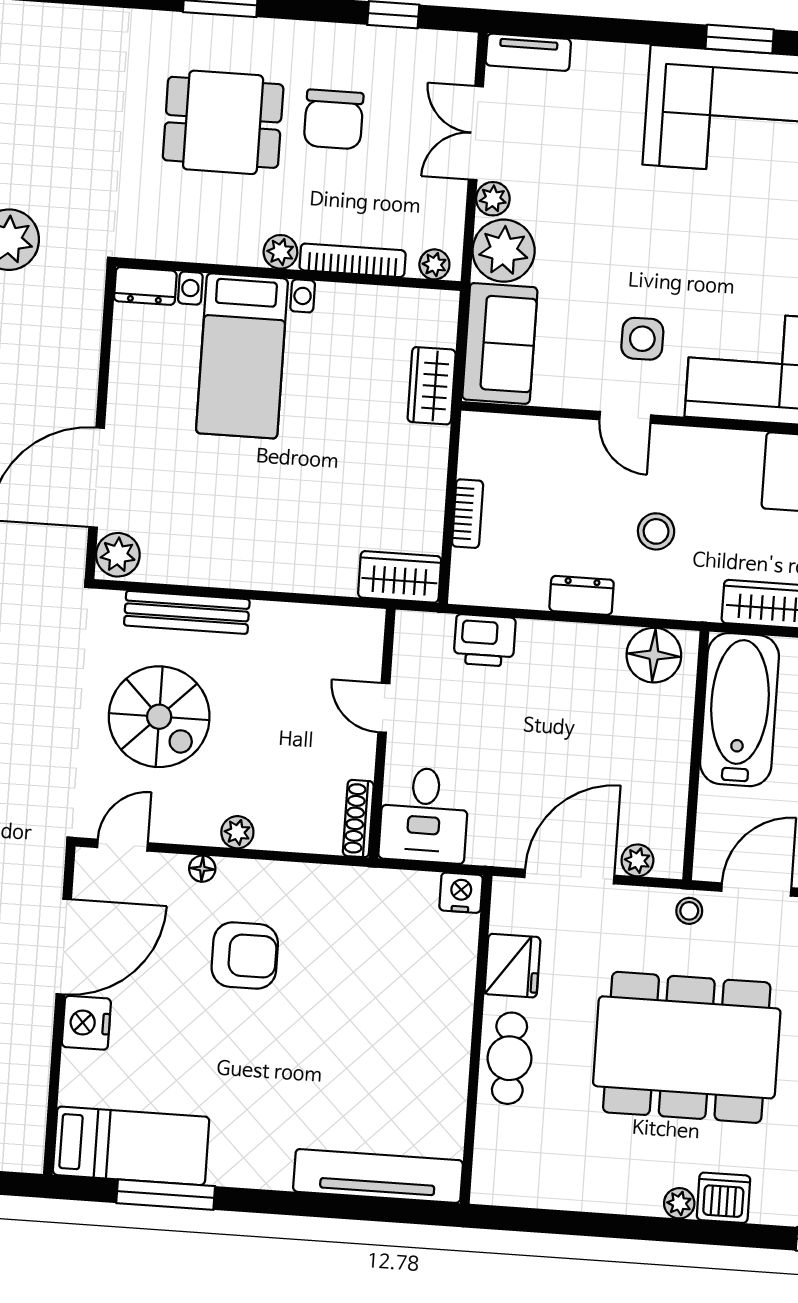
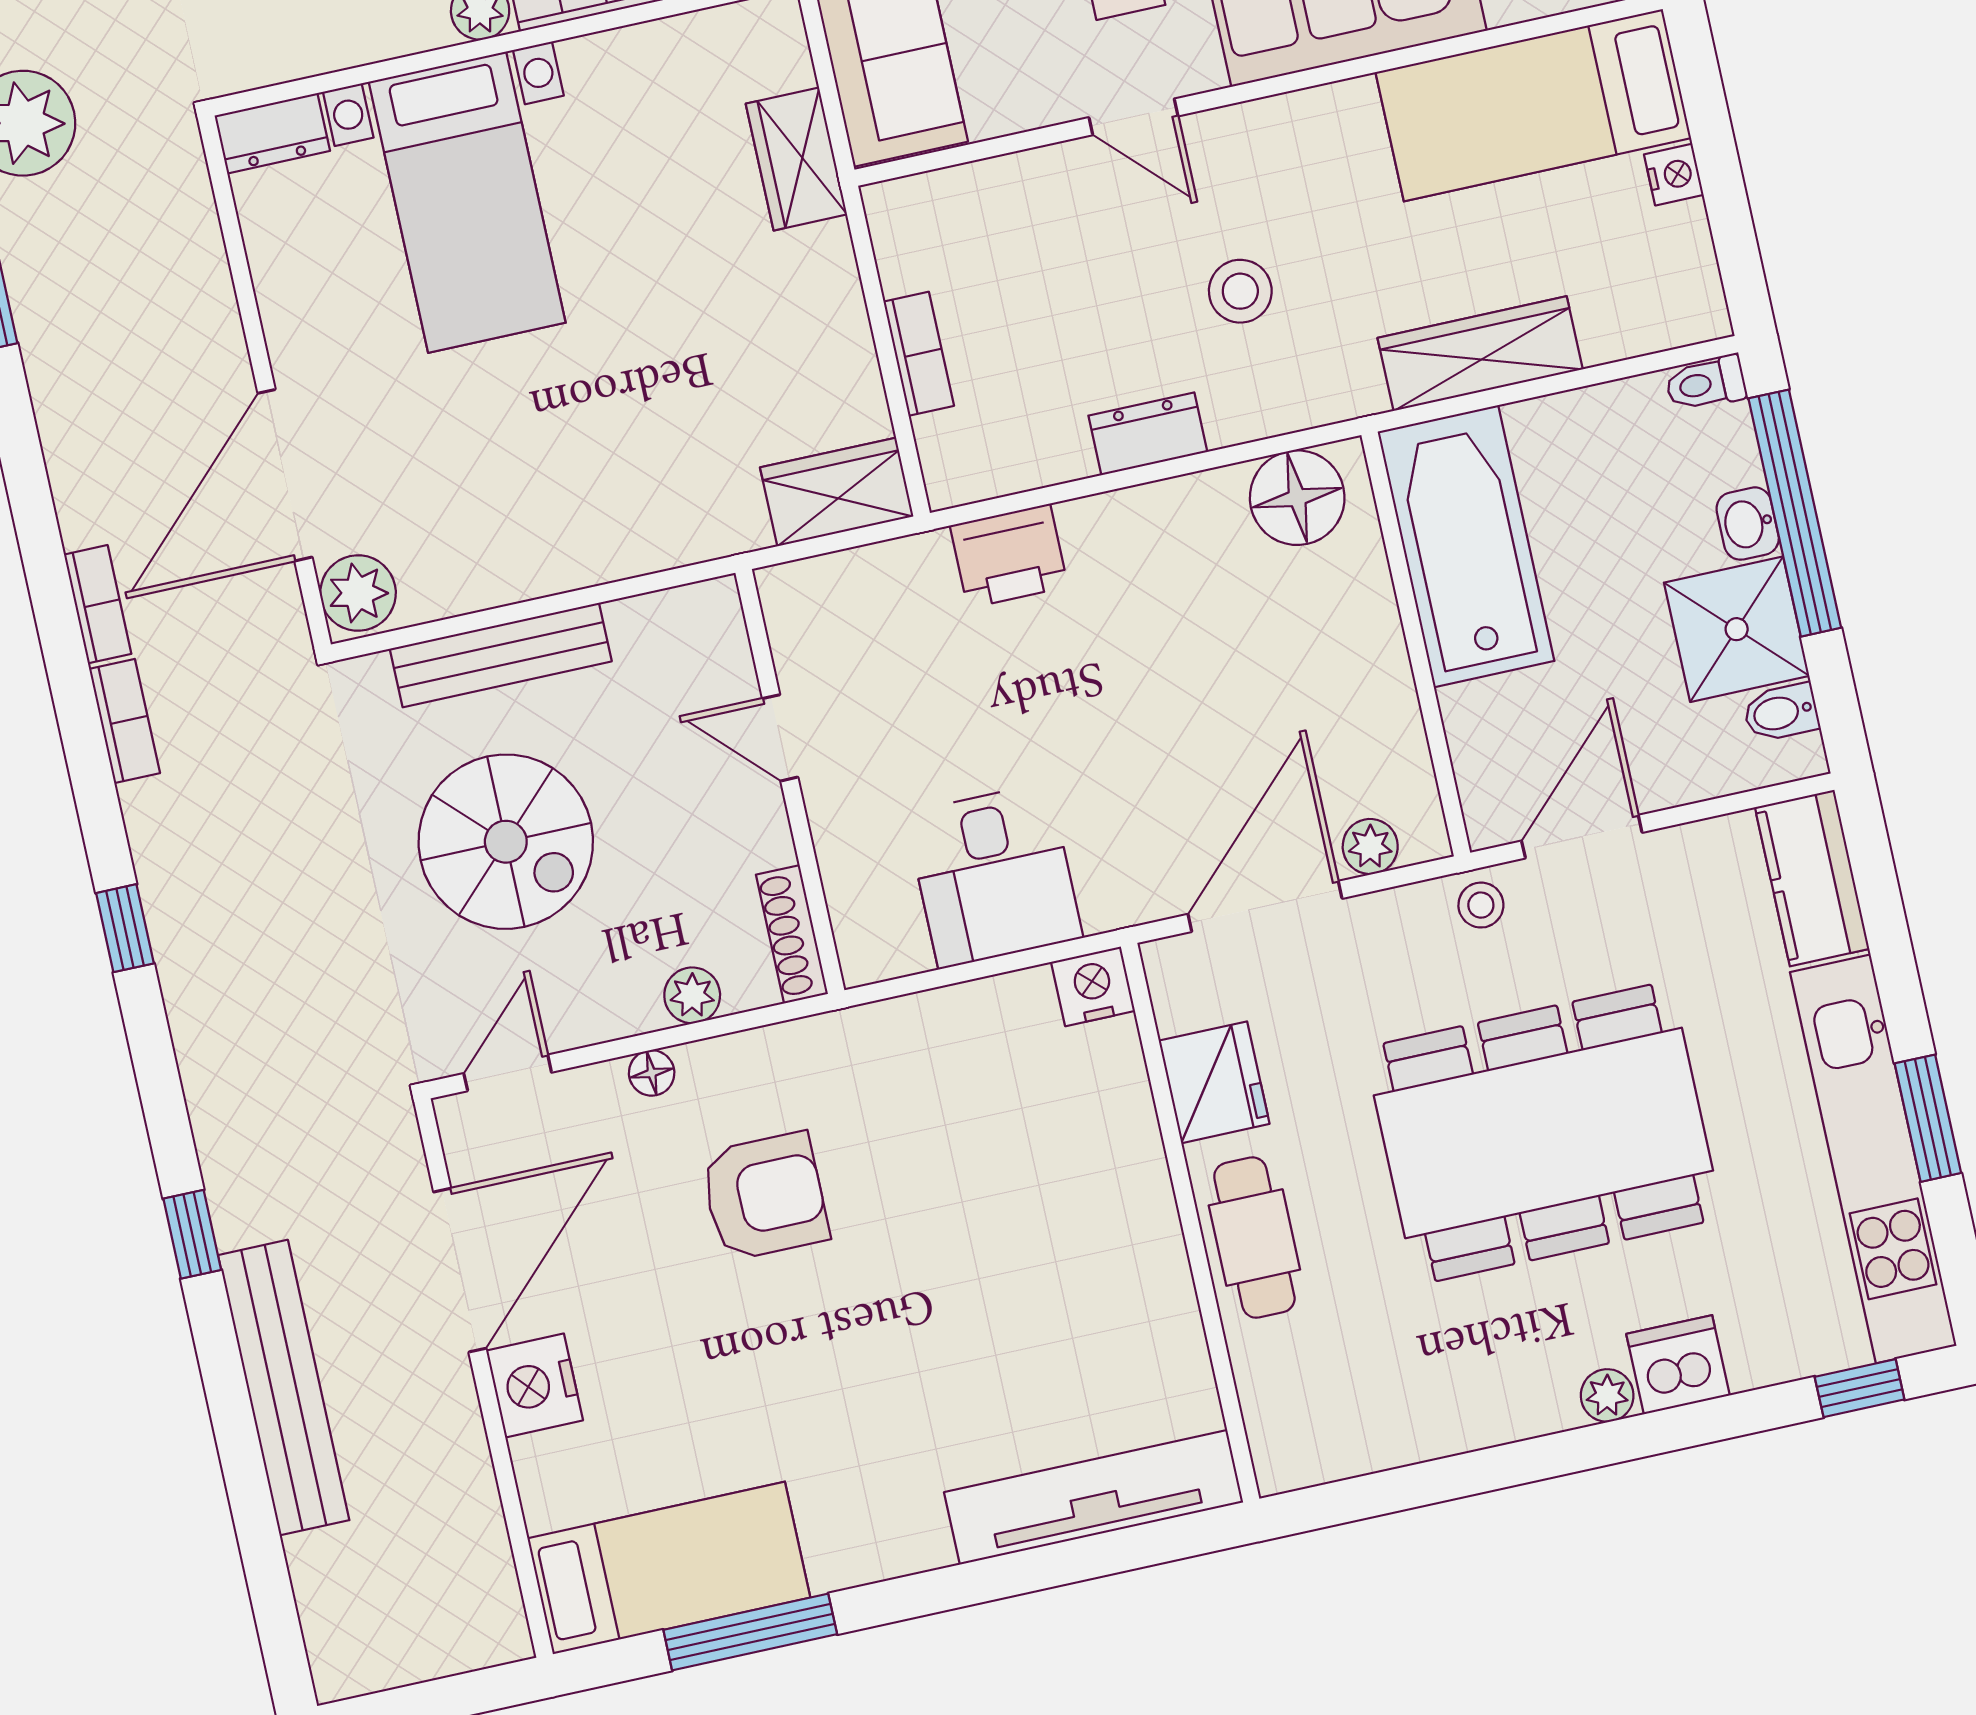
door: (384, 708) -> (780, 738), moved
wall: (382, 734) -> (790, 782), moved
shoe rack: (358, 819) -> (792, 934), moved

